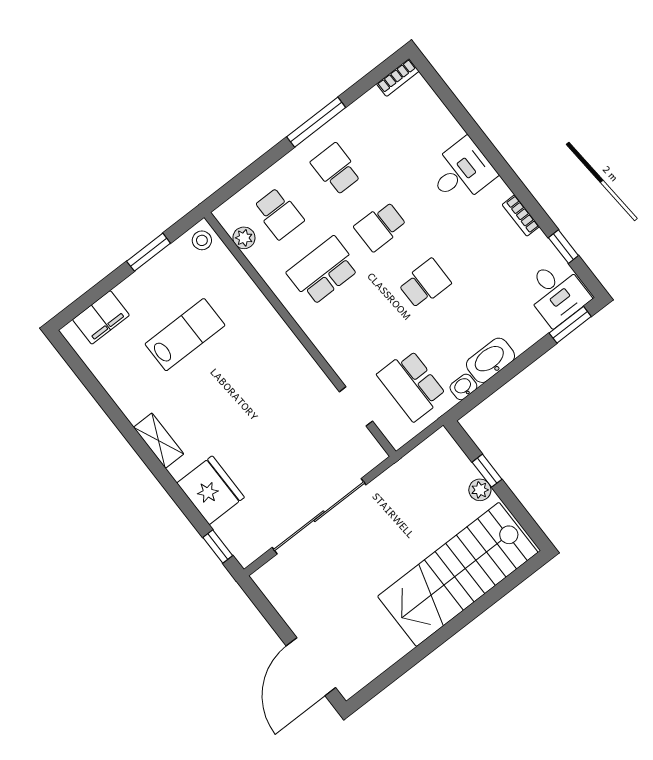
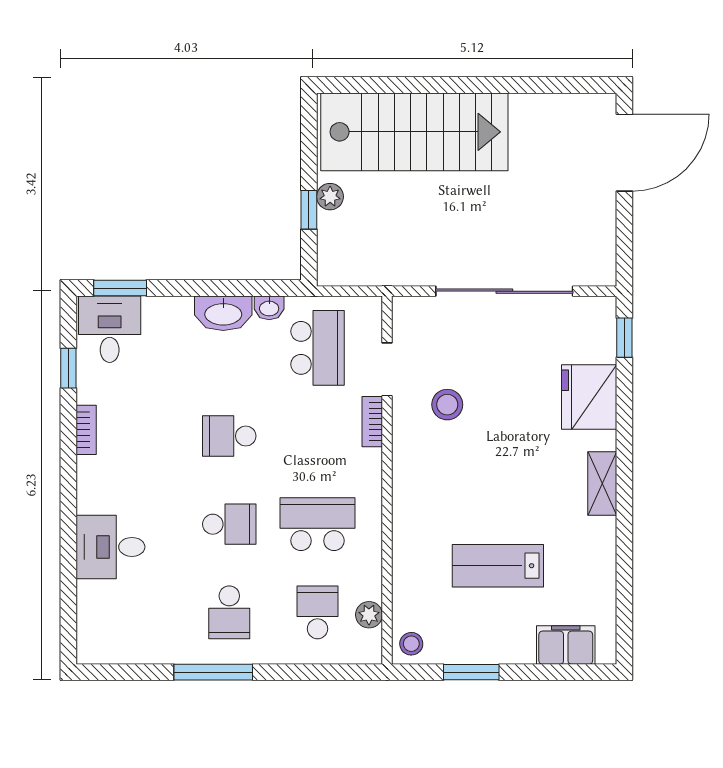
bookcase: (398, 78) -> (372, 422), moved, turned -90
desk: (462, 172) -> (111, 547), moved
school desk: (323, 271) -> (317, 524), turned 180
stool: (299, 414) -> (447, 405), added

